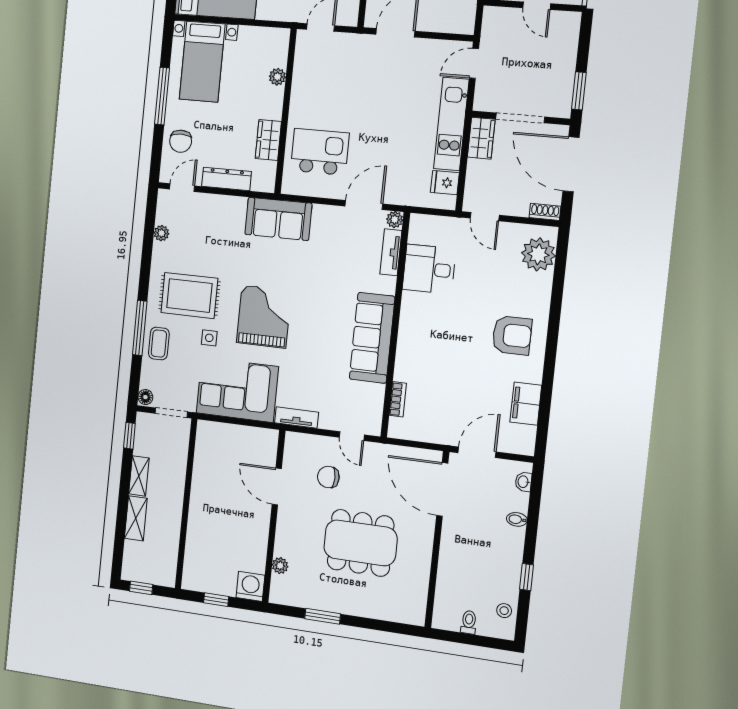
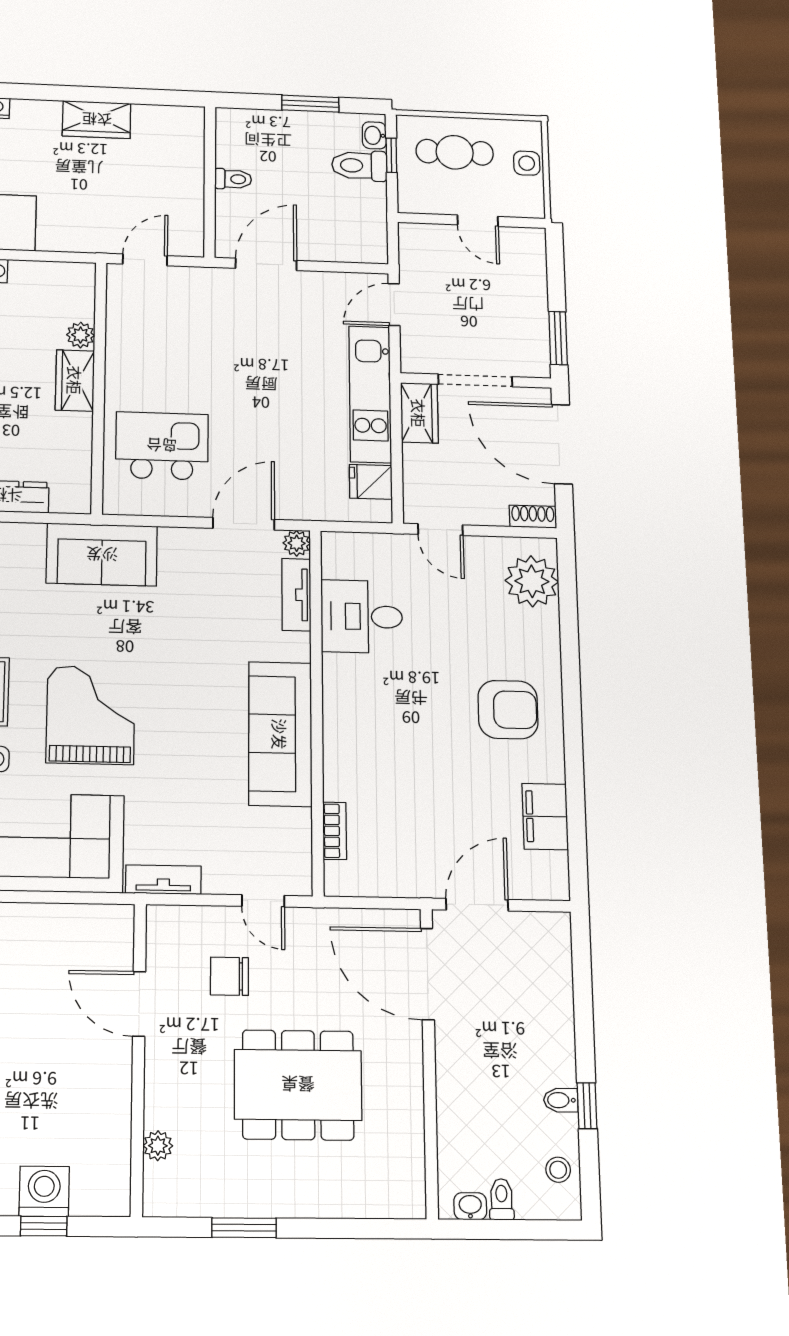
wardrobe: (268, 140) -> (75, 380), moved
washbasin: (523, 482) -> (470, 1206), moved, turned 90
bidet: (517, 519) -> (561, 1100), moved
washing machine: (250, 586) -> (44, 1191), moved

